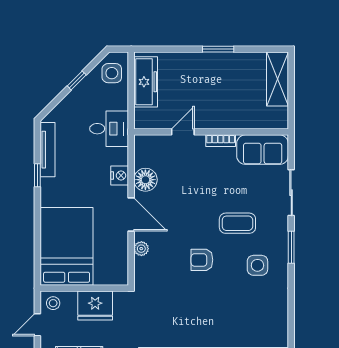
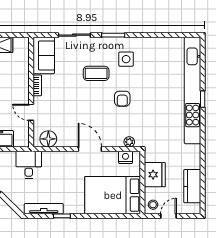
nightstand: (120, 176) -> (126, 157), moved
floor lamp: (145, 180) -> (48, 139), moved
door: (131, 214) -> (90, 149), hinge flipped
coffee table: (237, 223) -> (96, 73), turned 90
plant: (141, 249) -> (129, 142), moved
door: (37, 325) -> (168, 216), swing flipped

